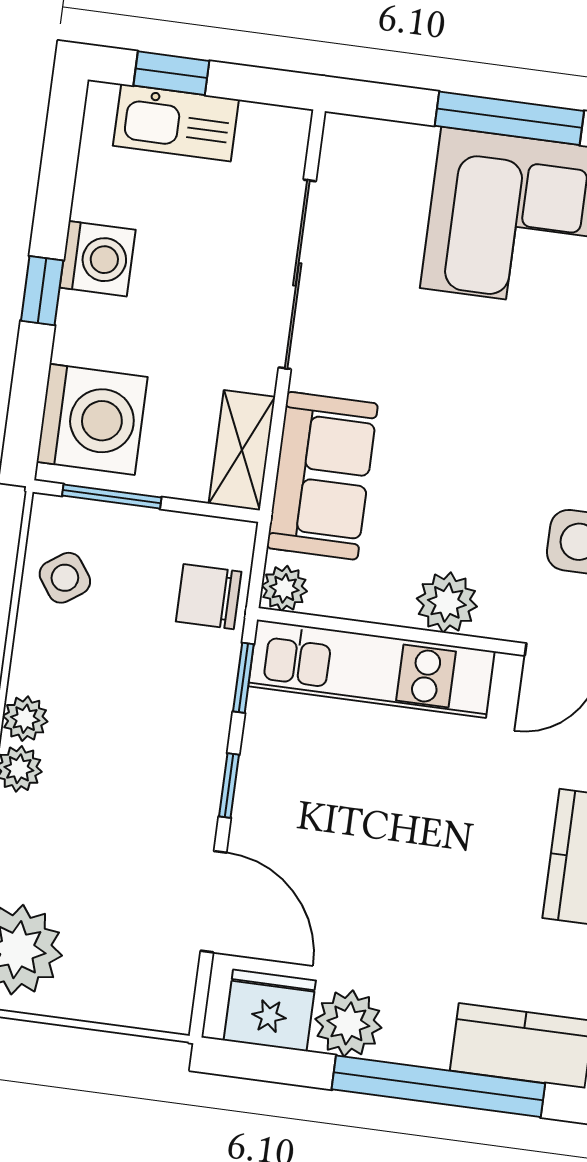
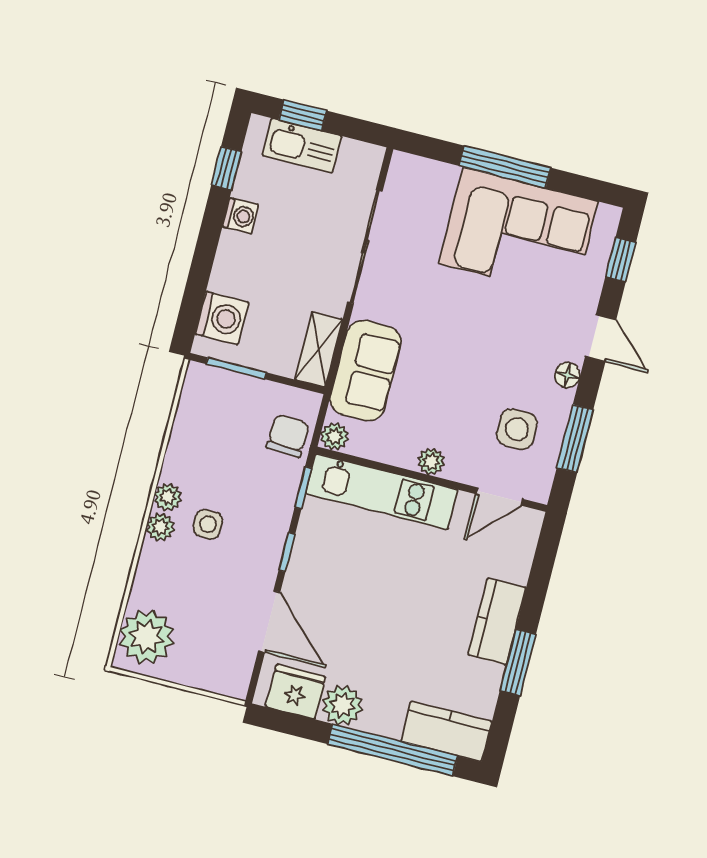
washing machine: (98, 259) -> (241, 216), width x0.73, depth x0.73
window: (42, 291) -> (226, 168), moved
washing machine: (92, 419) -> (222, 318), width x0.73, depth x0.73
side table: (65, 578) -> (208, 524), moved, turned 35
chair: (209, 597) -> (288, 436), turned 93
plant: (447, 602) -> (431, 461), width x0.73, depth x0.73

